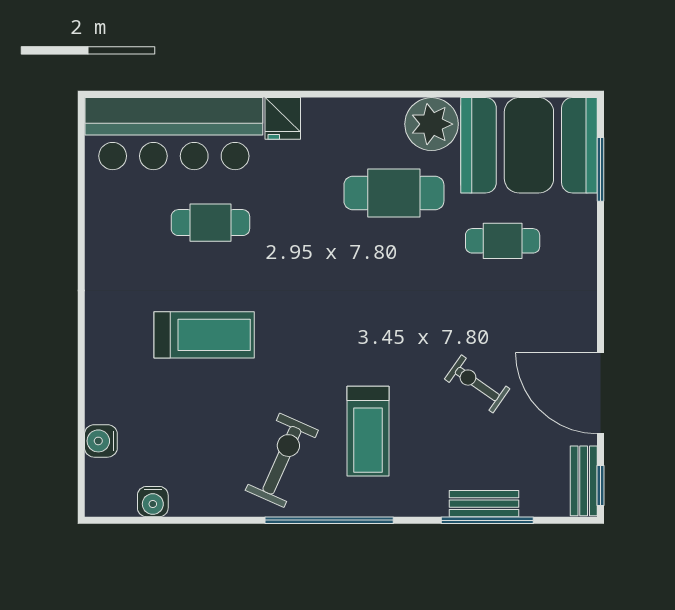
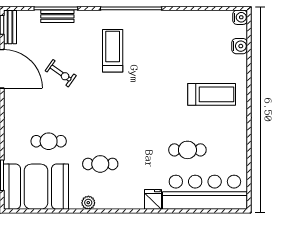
plant: (432, 124) -> (88, 203), width x0.53, depth x0.53
cafe table: (394, 193) -> (100, 164), width x0.73, depth x0.74
treadmill: (204, 335) -> (212, 94), moved, turned 180
exercise bike: (282, 460) -> (154, 37), removed
water cooler: (153, 502) -> (240, 17), moved, turned 90

